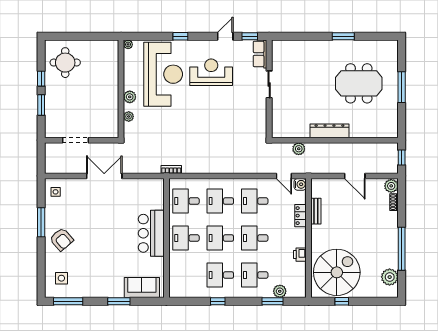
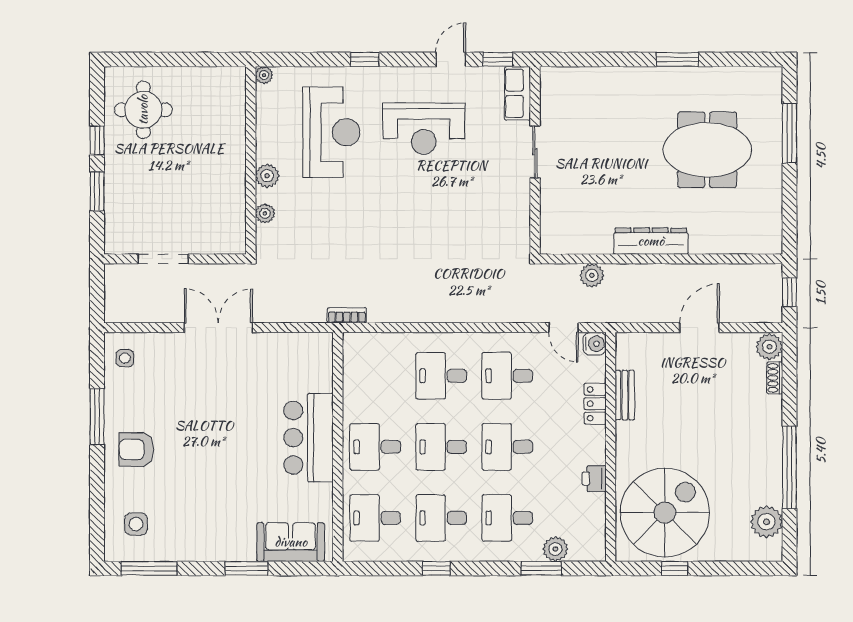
reception desk: (211, 72) -> (424, 128), turned 180
reception desk: (163, 74) -> (331, 132), width x0.74, depth x0.77
window: (402, 87) -> (789, 133), moved
door: (355, 176) -> (699, 328), swing flipped
desk: (186, 201) -> (375, 518), moved
armchair: (62, 239) -> (136, 449), turned 131

